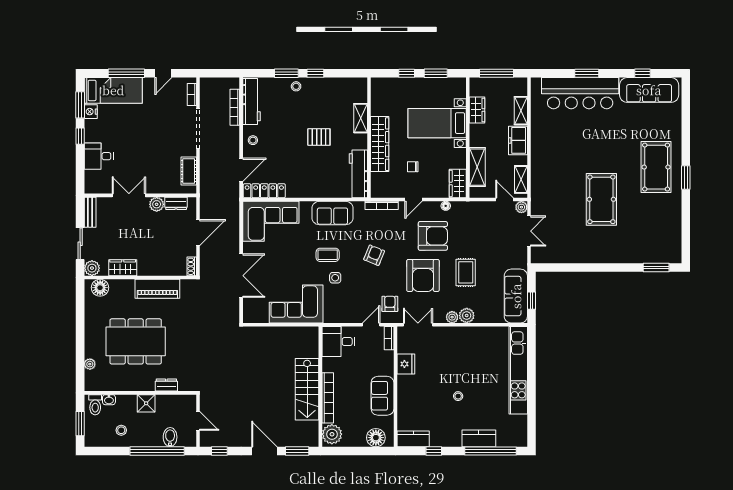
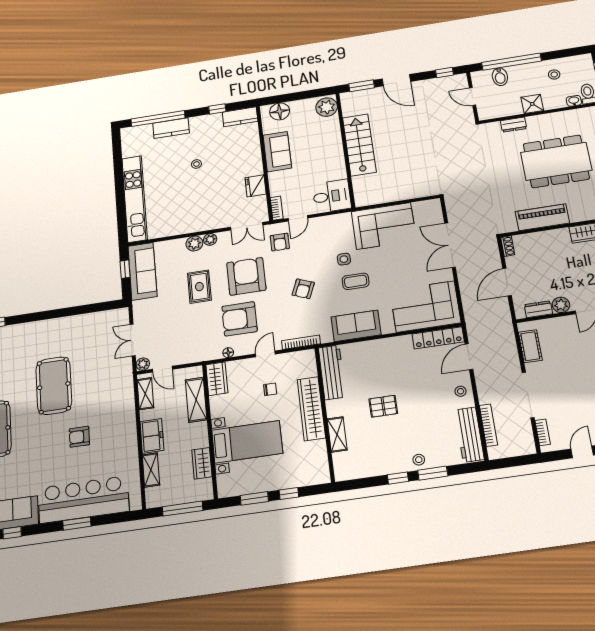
armchair: (581, 149) -> (79, 437), added
bookcase: (328, 398) -> (336, 140), removed

